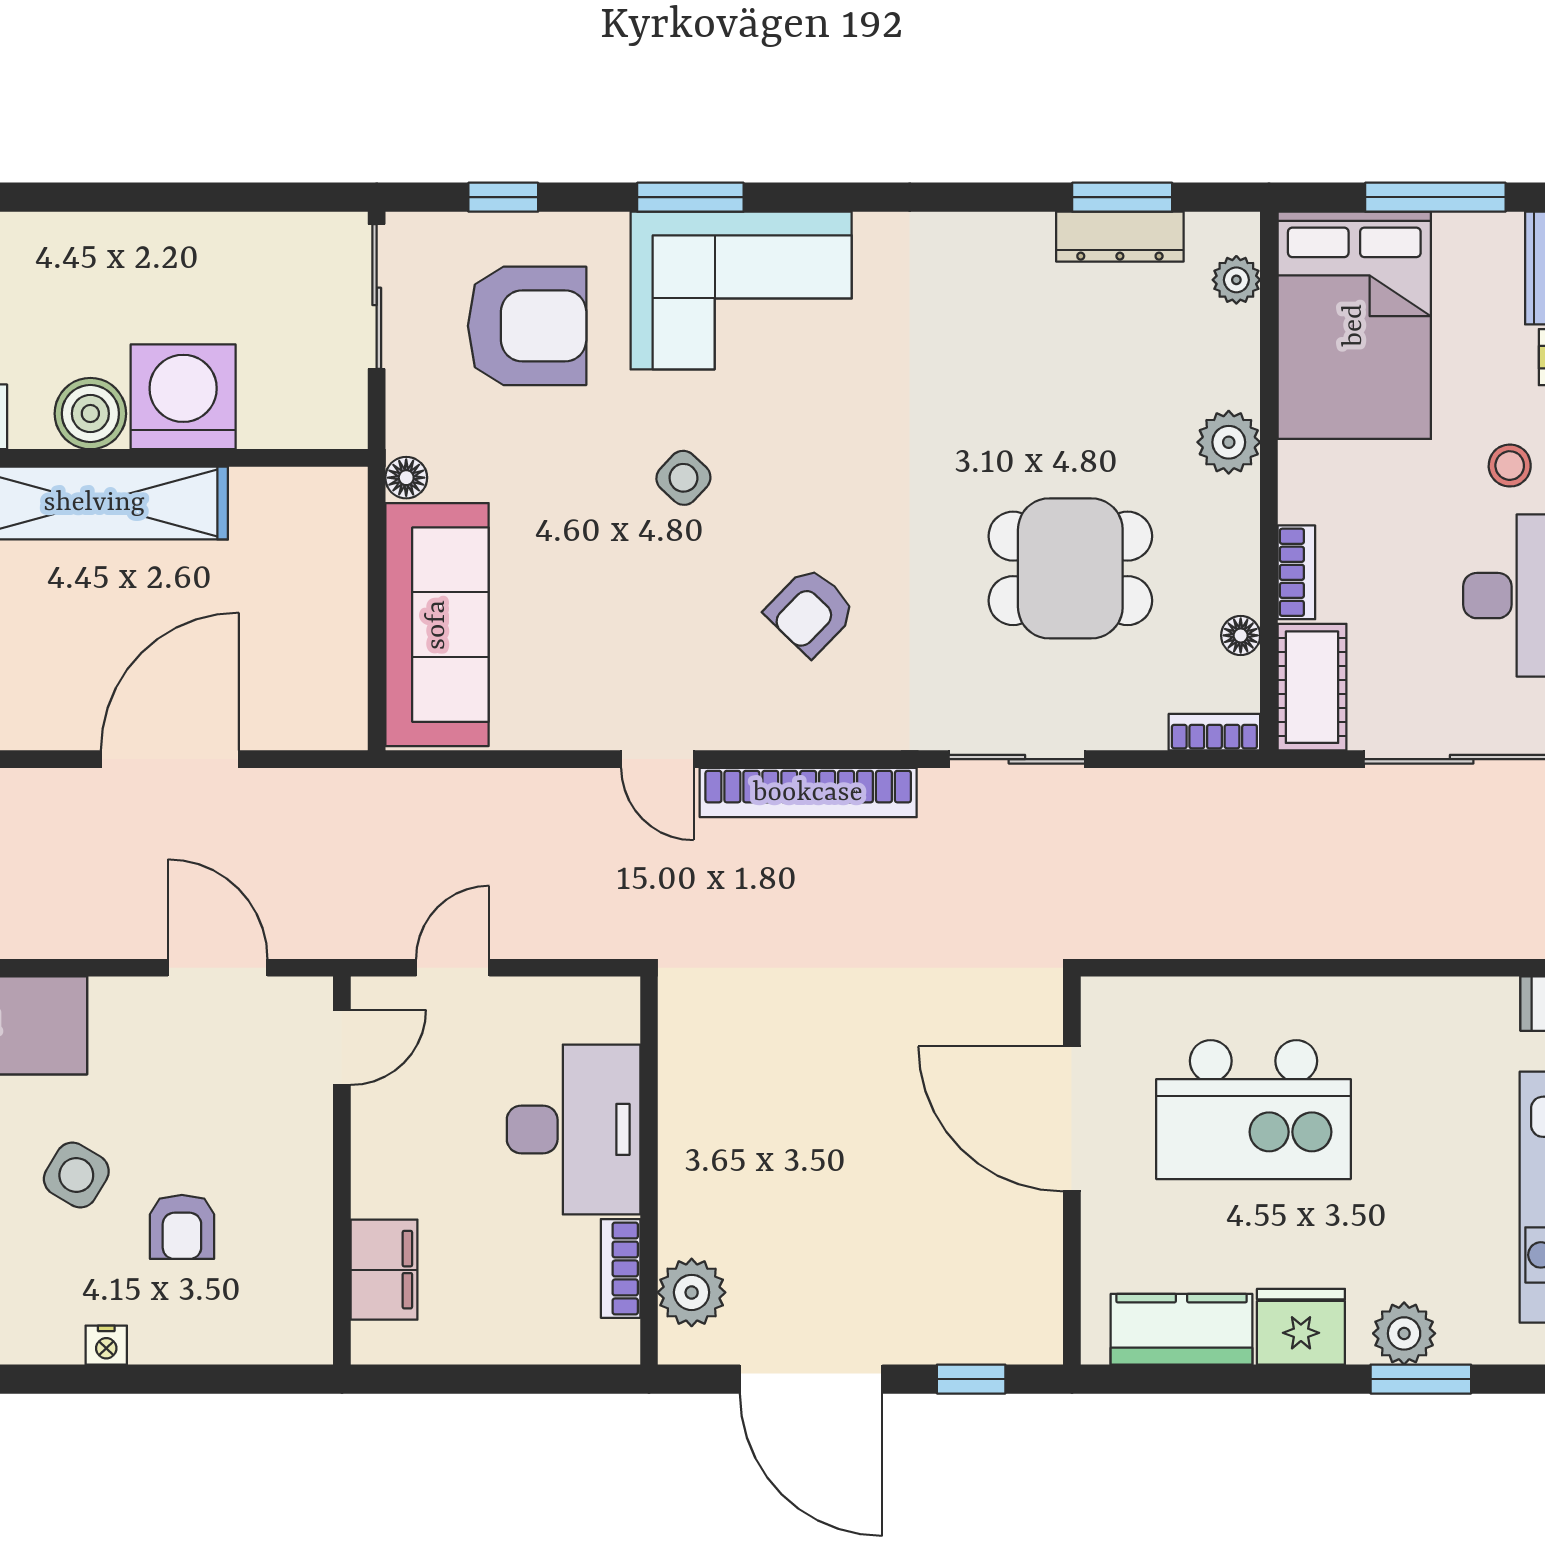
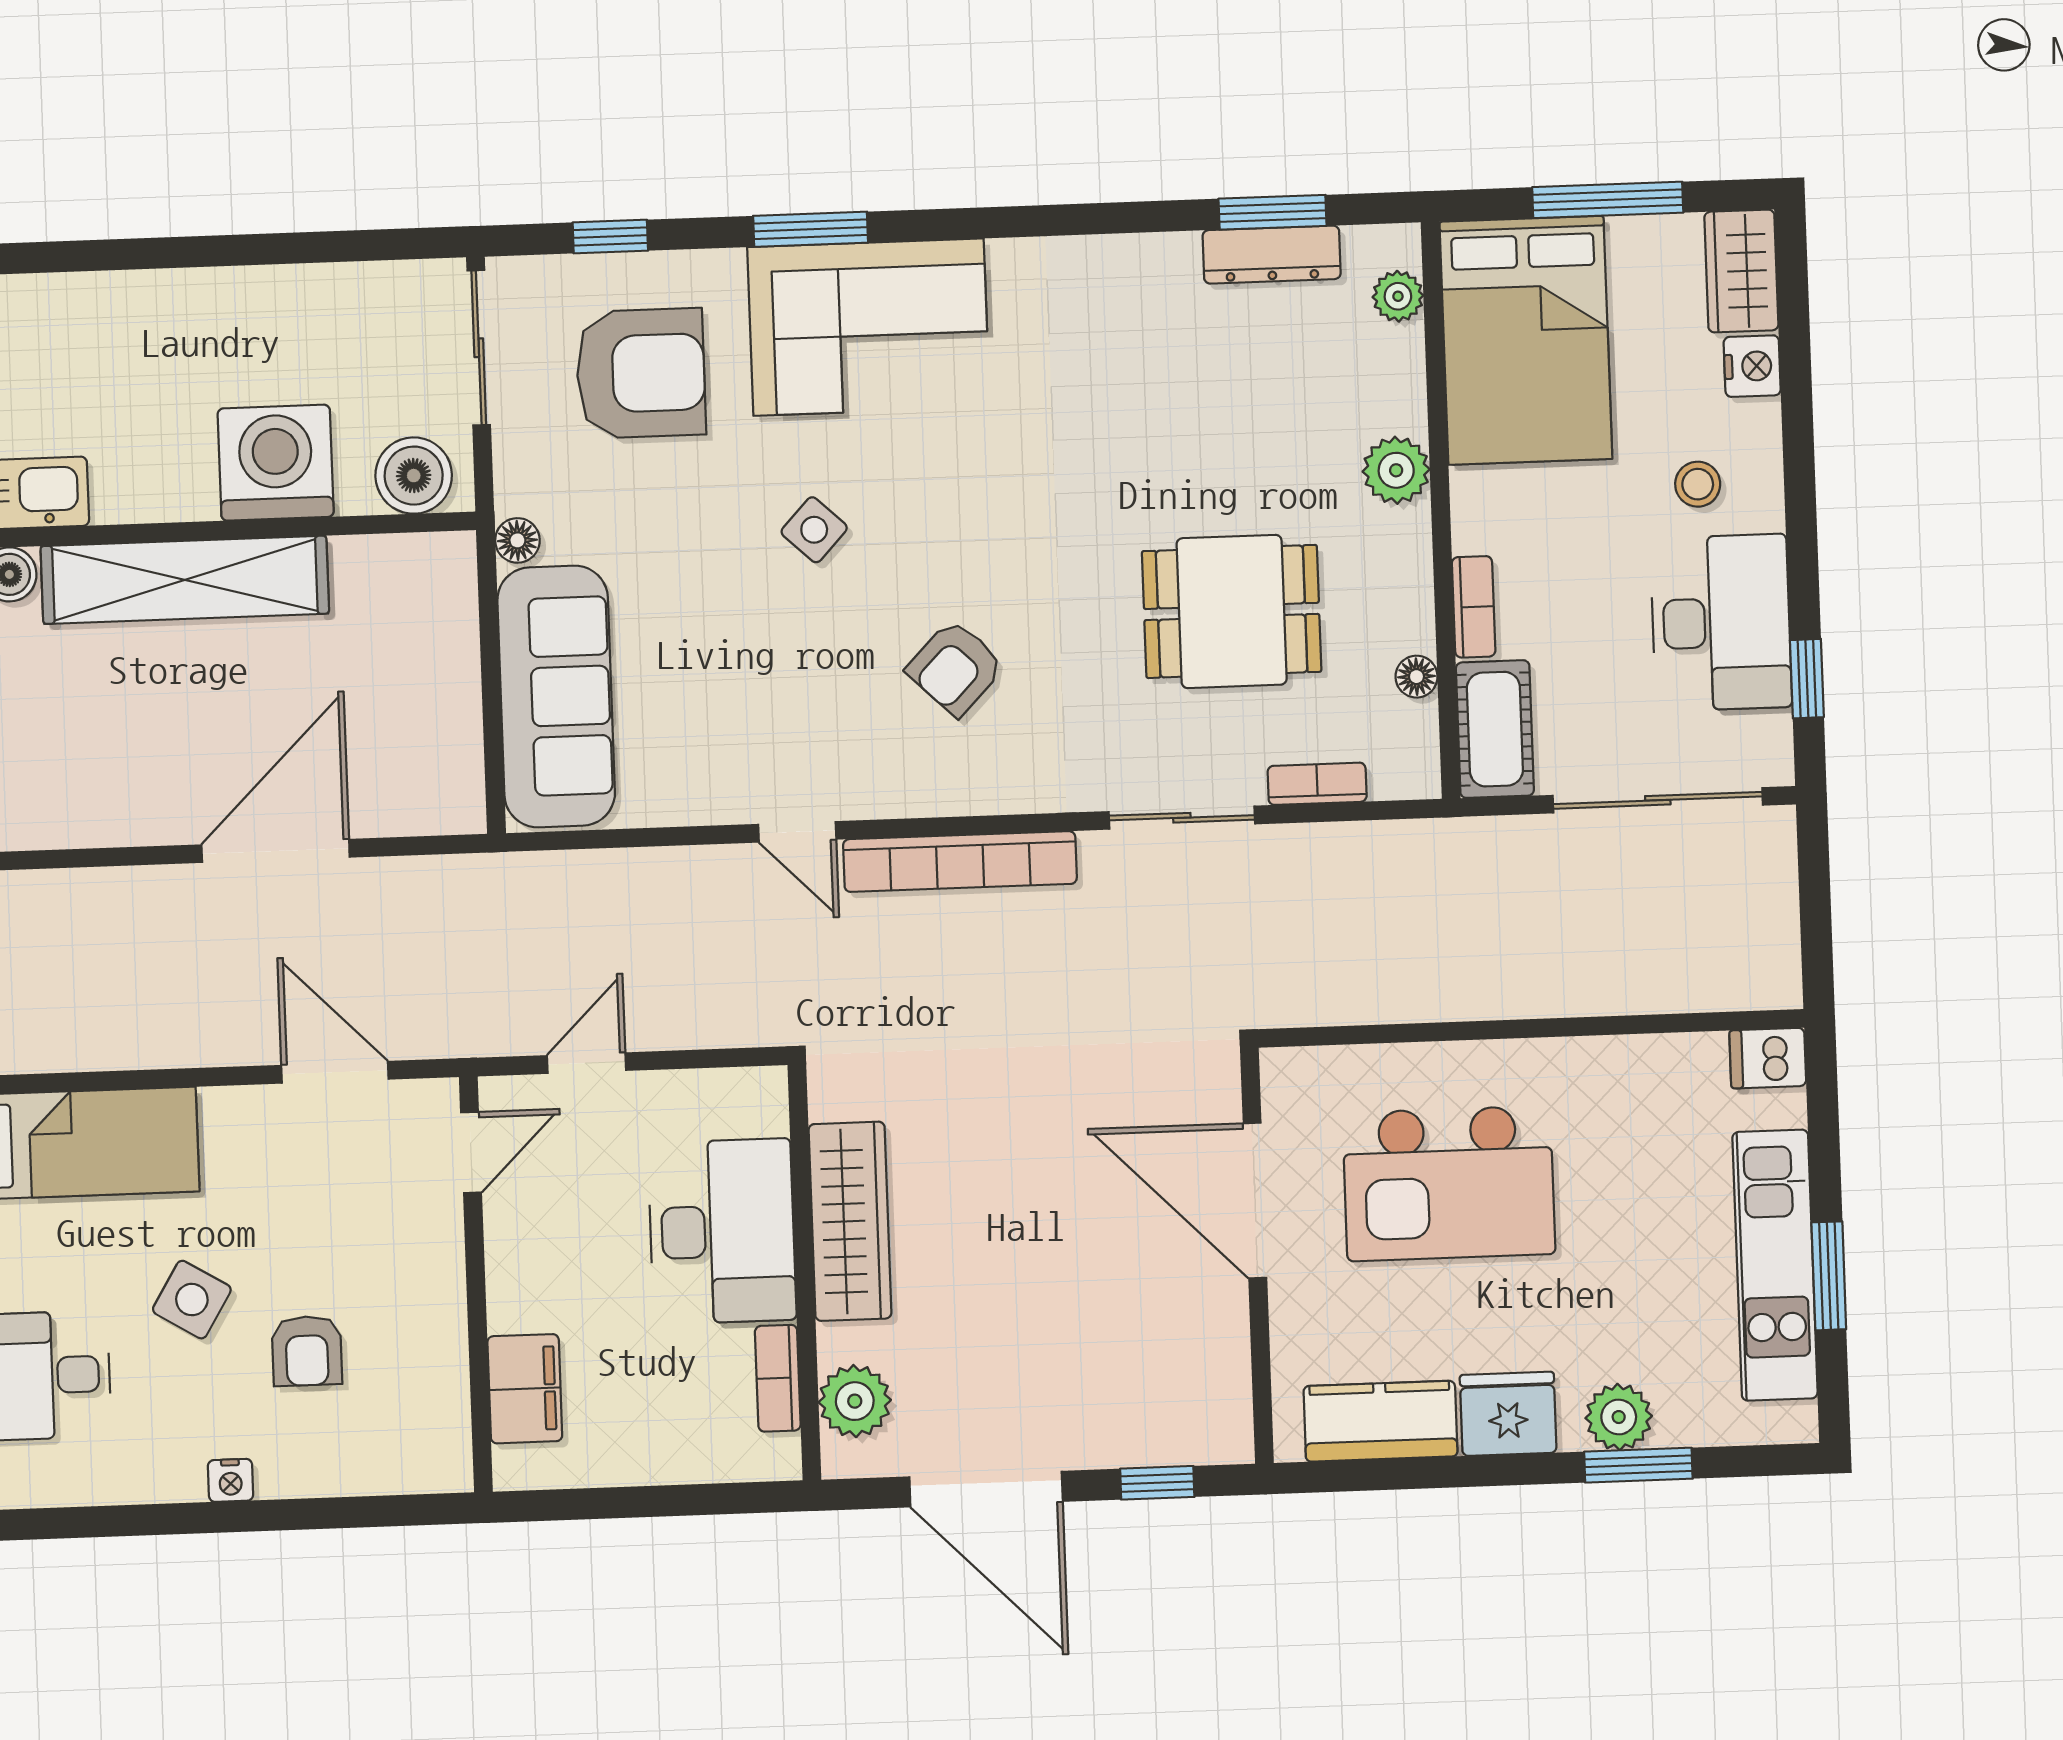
boiler: (90, 414) -> (414, 476), moved
bookcase: (1214, 732) -> (1317, 784), moved
wardrobe: (693, 1124) -> (850, 1221), added

